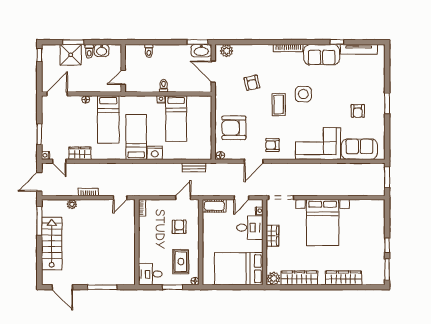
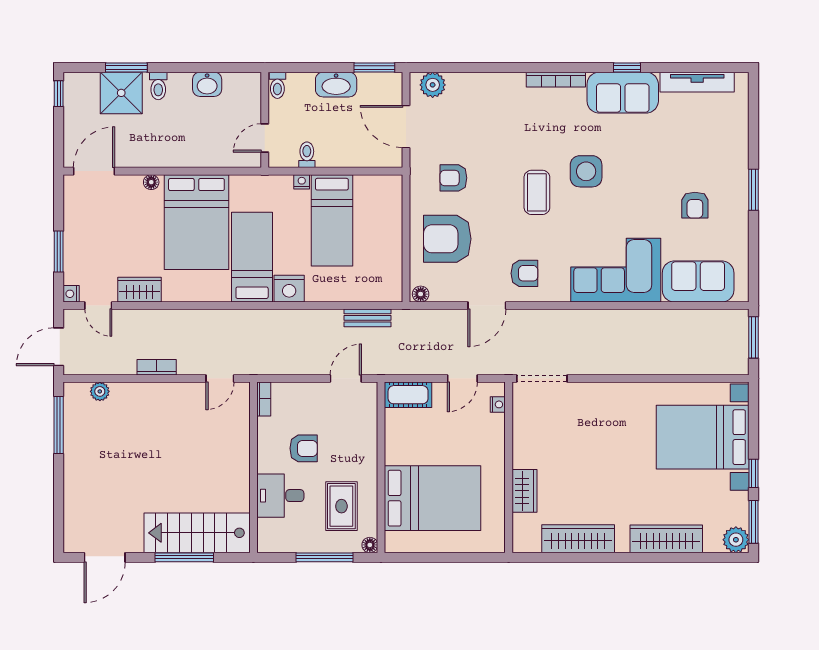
window: (337, 42) -> (627, 68), moved
washbasin: (102, 50) -> (207, 84), moved
washbasin: (201, 51) -> (336, 85), moved
wall: (123, 68) -> (265, 120), moved
door: (123, 77) -> (265, 138), moved
armchair: (252, 83) -> (453, 178), moved, turned 102
bed: (108, 119) -> (196, 222), width x1.50
armchair: (272, 145) -> (524, 273), turned 180
plant: (72, 204) -> (100, 391), moved
bed with nightstands: (323, 223) -> (703, 437), moved, turned 90
armchair: (179, 227) -> (304, 448), moved, turned 90
desk: (250, 228) -> (479, 438), removed
wardrobe: (272, 236) -> (524, 491), moved
stairs: (52, 244) -> (197, 533), moved, turned -90
bed: (239, 269) -> (433, 498), moved, turned 180
desk: (150, 274) -> (280, 496), moved
plant: (274, 278) -> (736, 540), moved
door: (62, 287) -> (105, 557), hinge flipped
window: (172, 287) -> (325, 557), width x1.44

